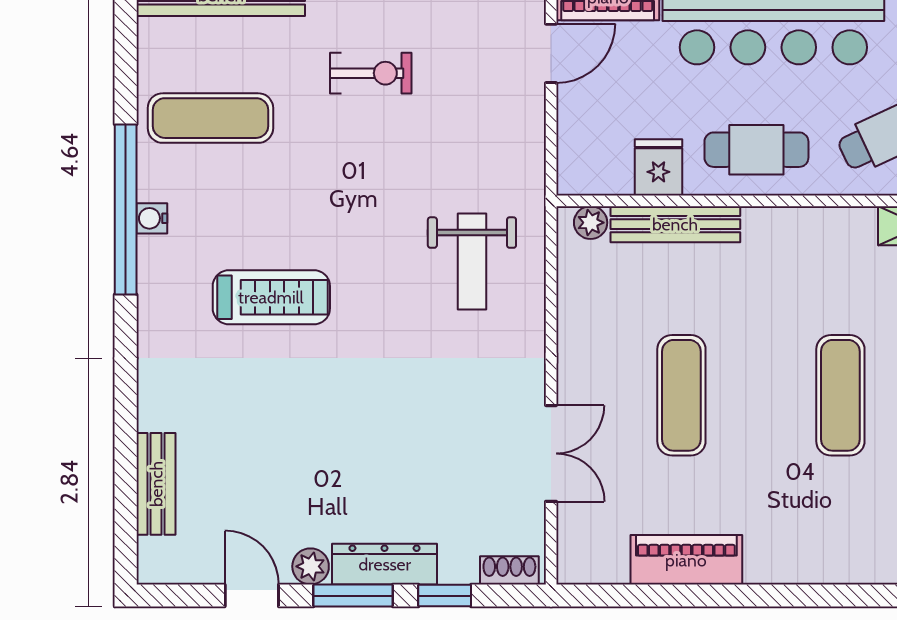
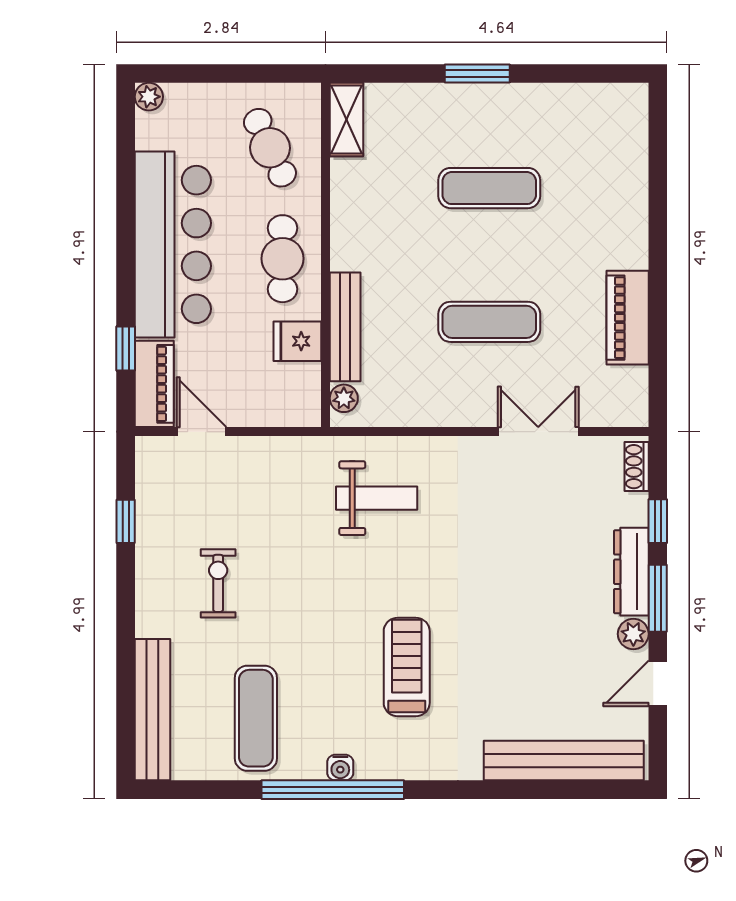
bench: (156, 484) -> (564, 761), width x1.86, depth x1.21

